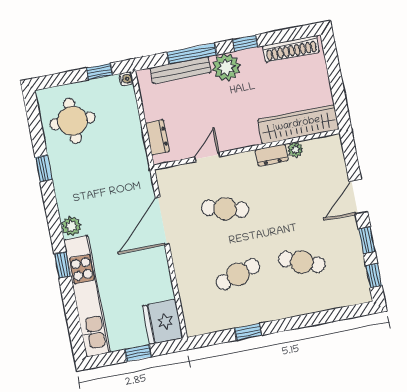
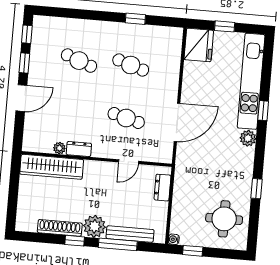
shoe rack: (291, 49) -> (60, 228), moved
cafe table: (238, 274) -> (131, 65), turned 36

